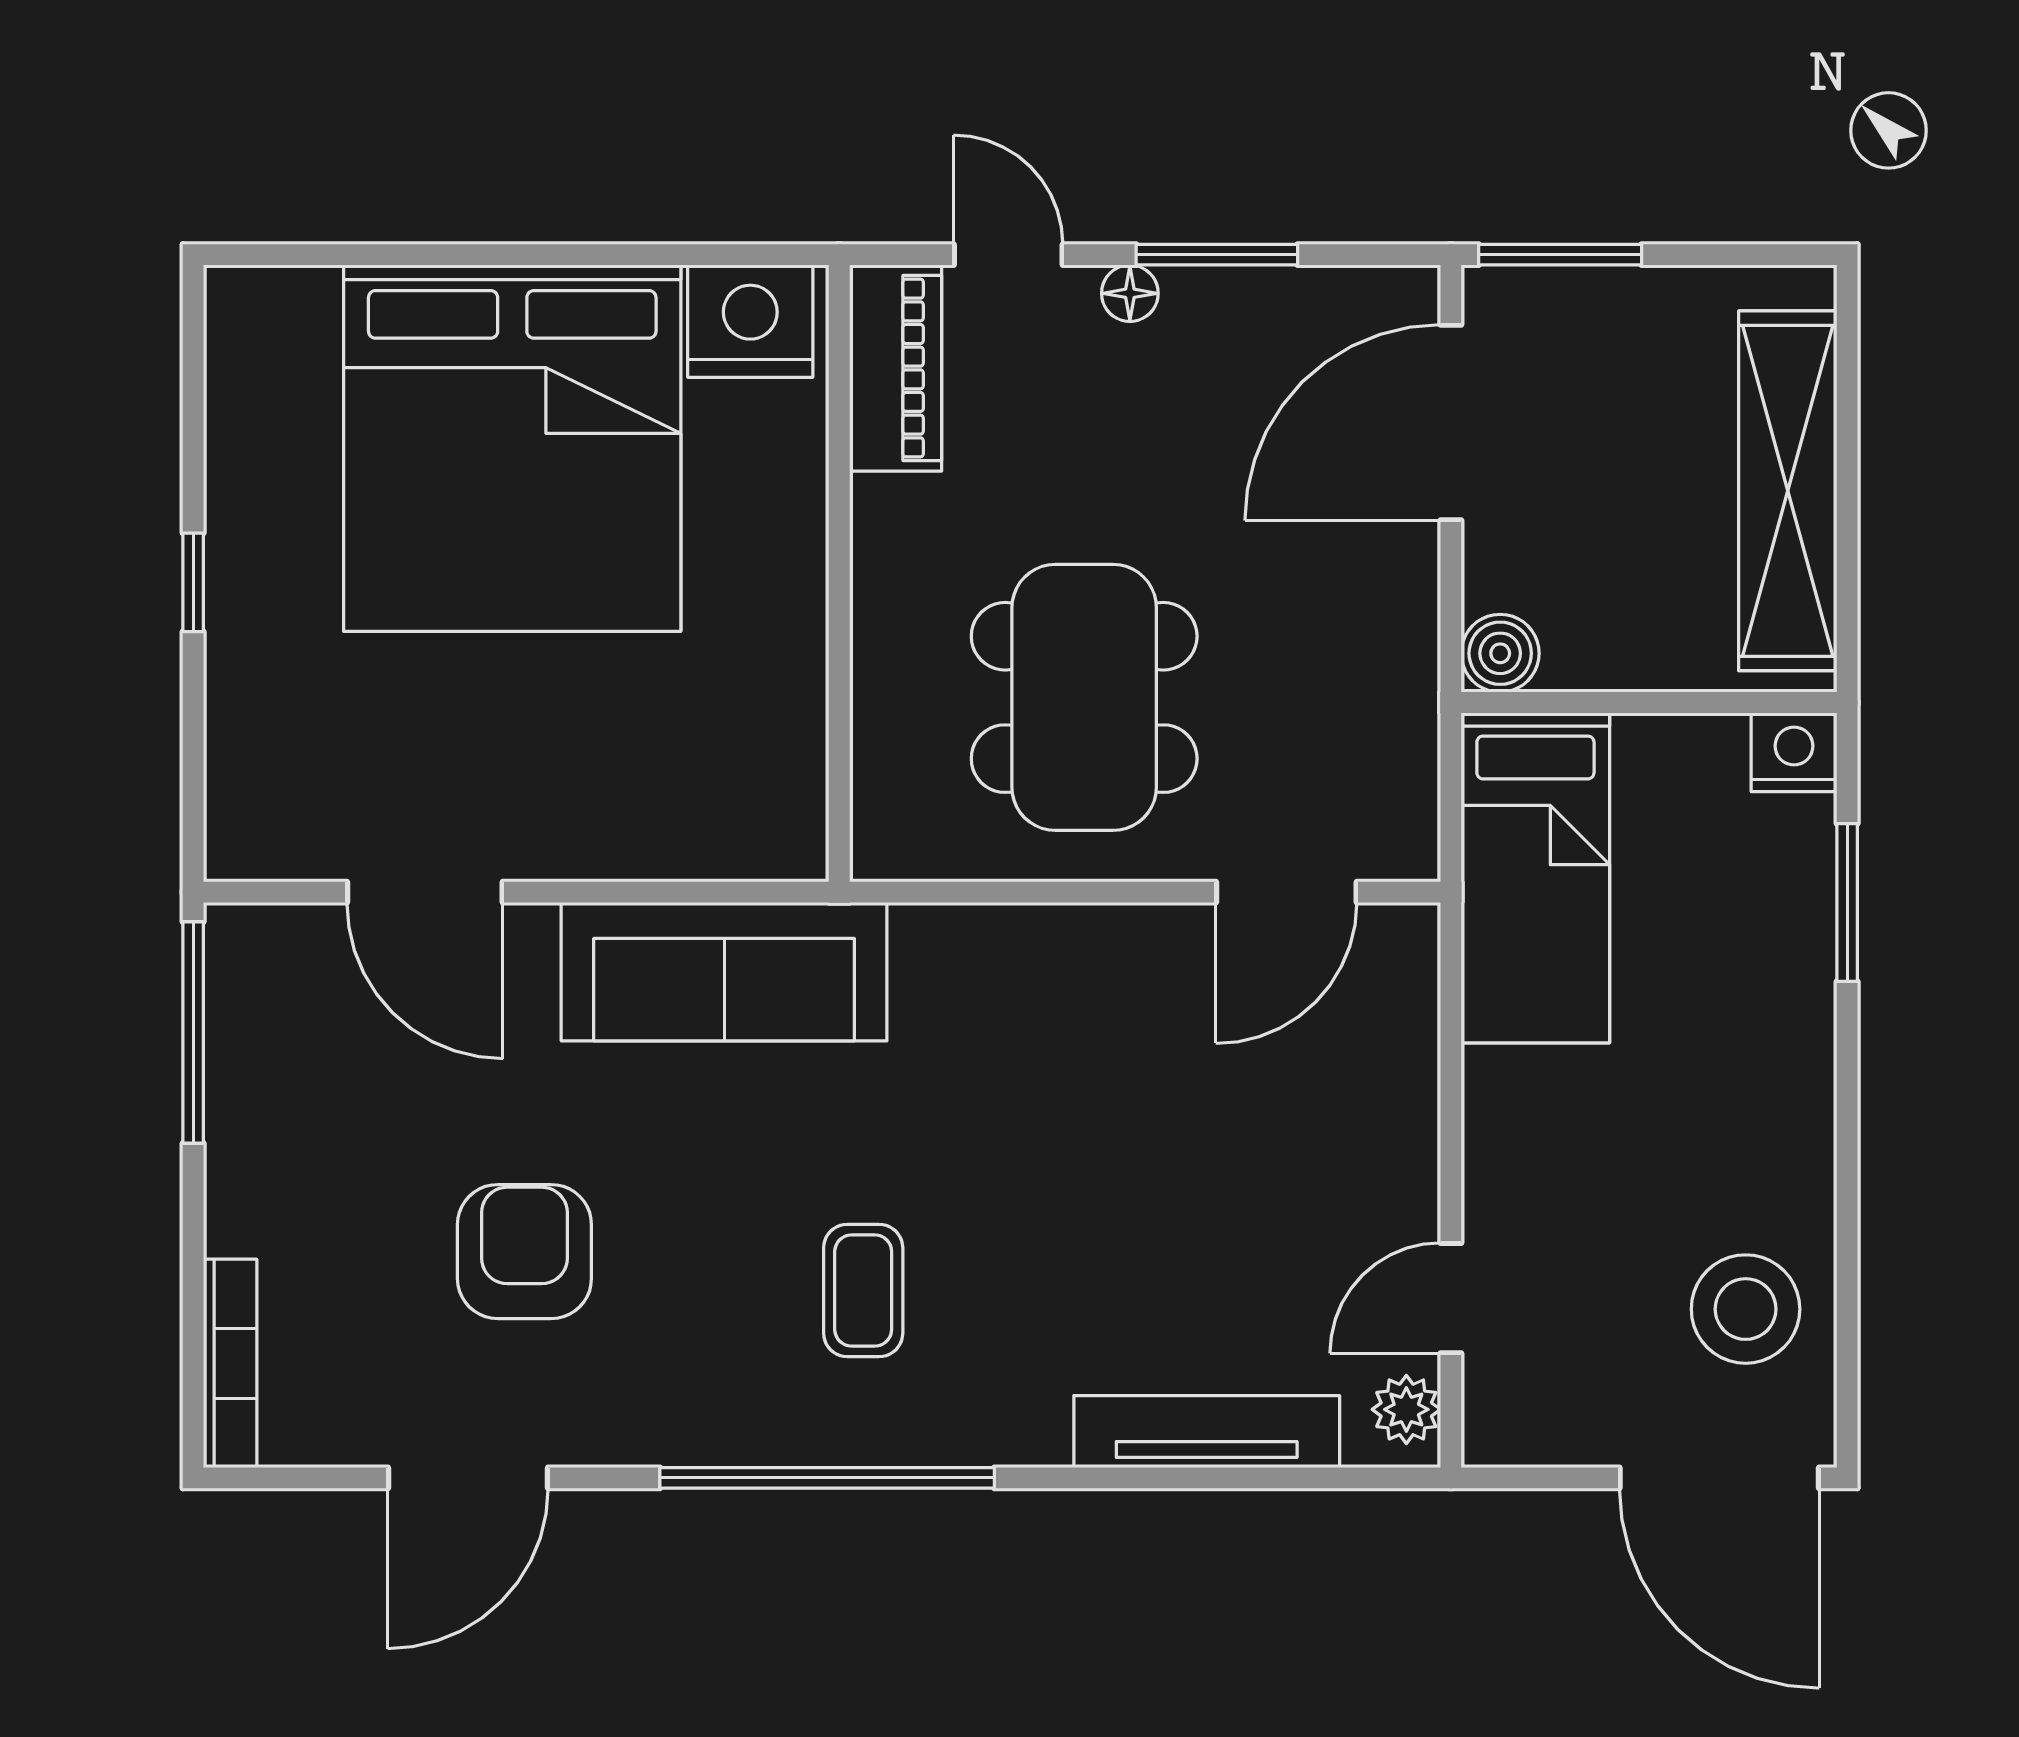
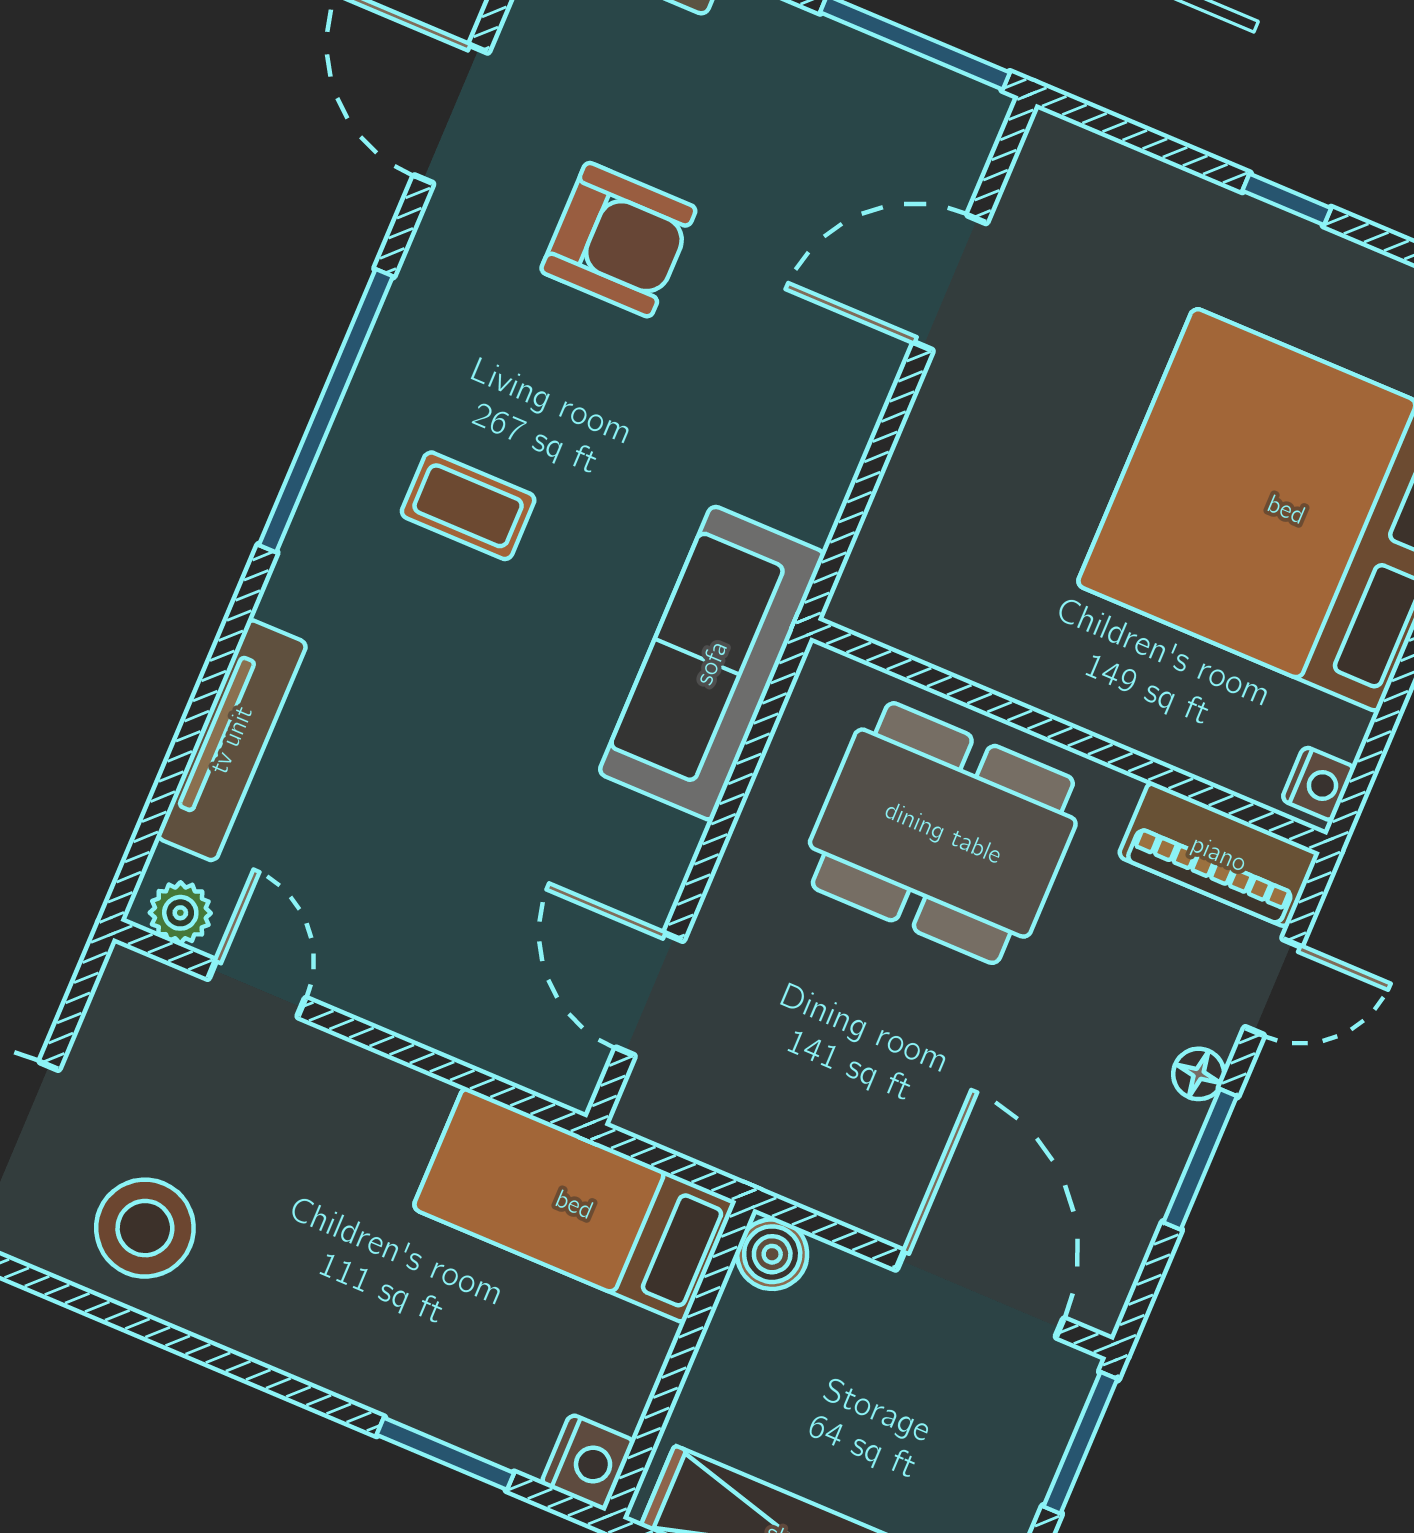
nightstand: (750, 321) -> (1318, 784), width x0.53, depth x0.56
dining table: (1084, 697) -> (943, 833), moved
sofa: (724, 972) -> (712, 663), moved

